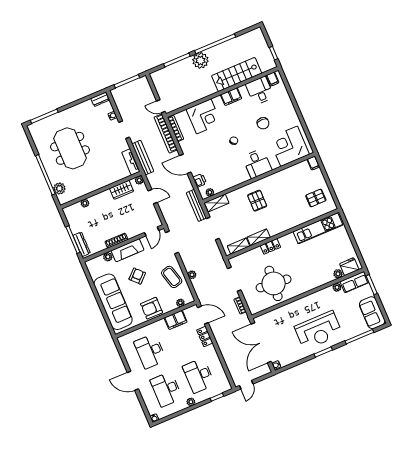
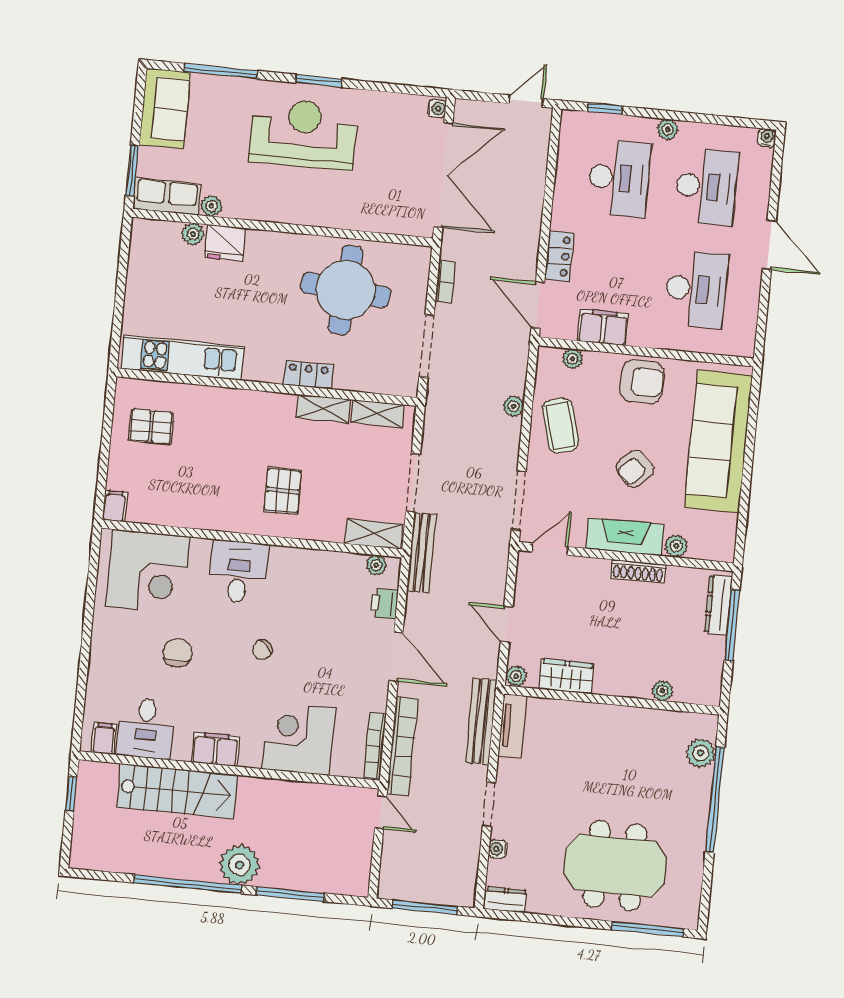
meeting table: (70, 148) -> (615, 866), moved, turned 90
fridge: (349, 267) -> (225, 243), moved

